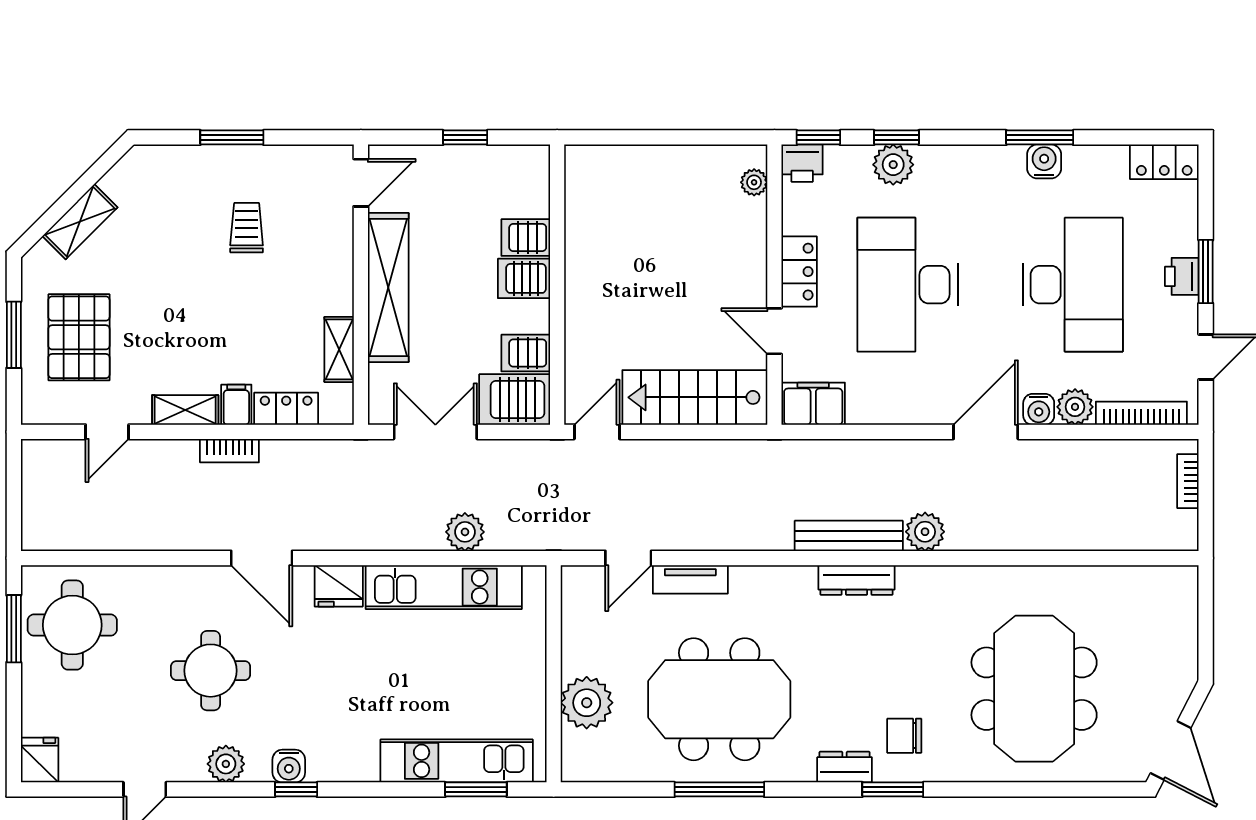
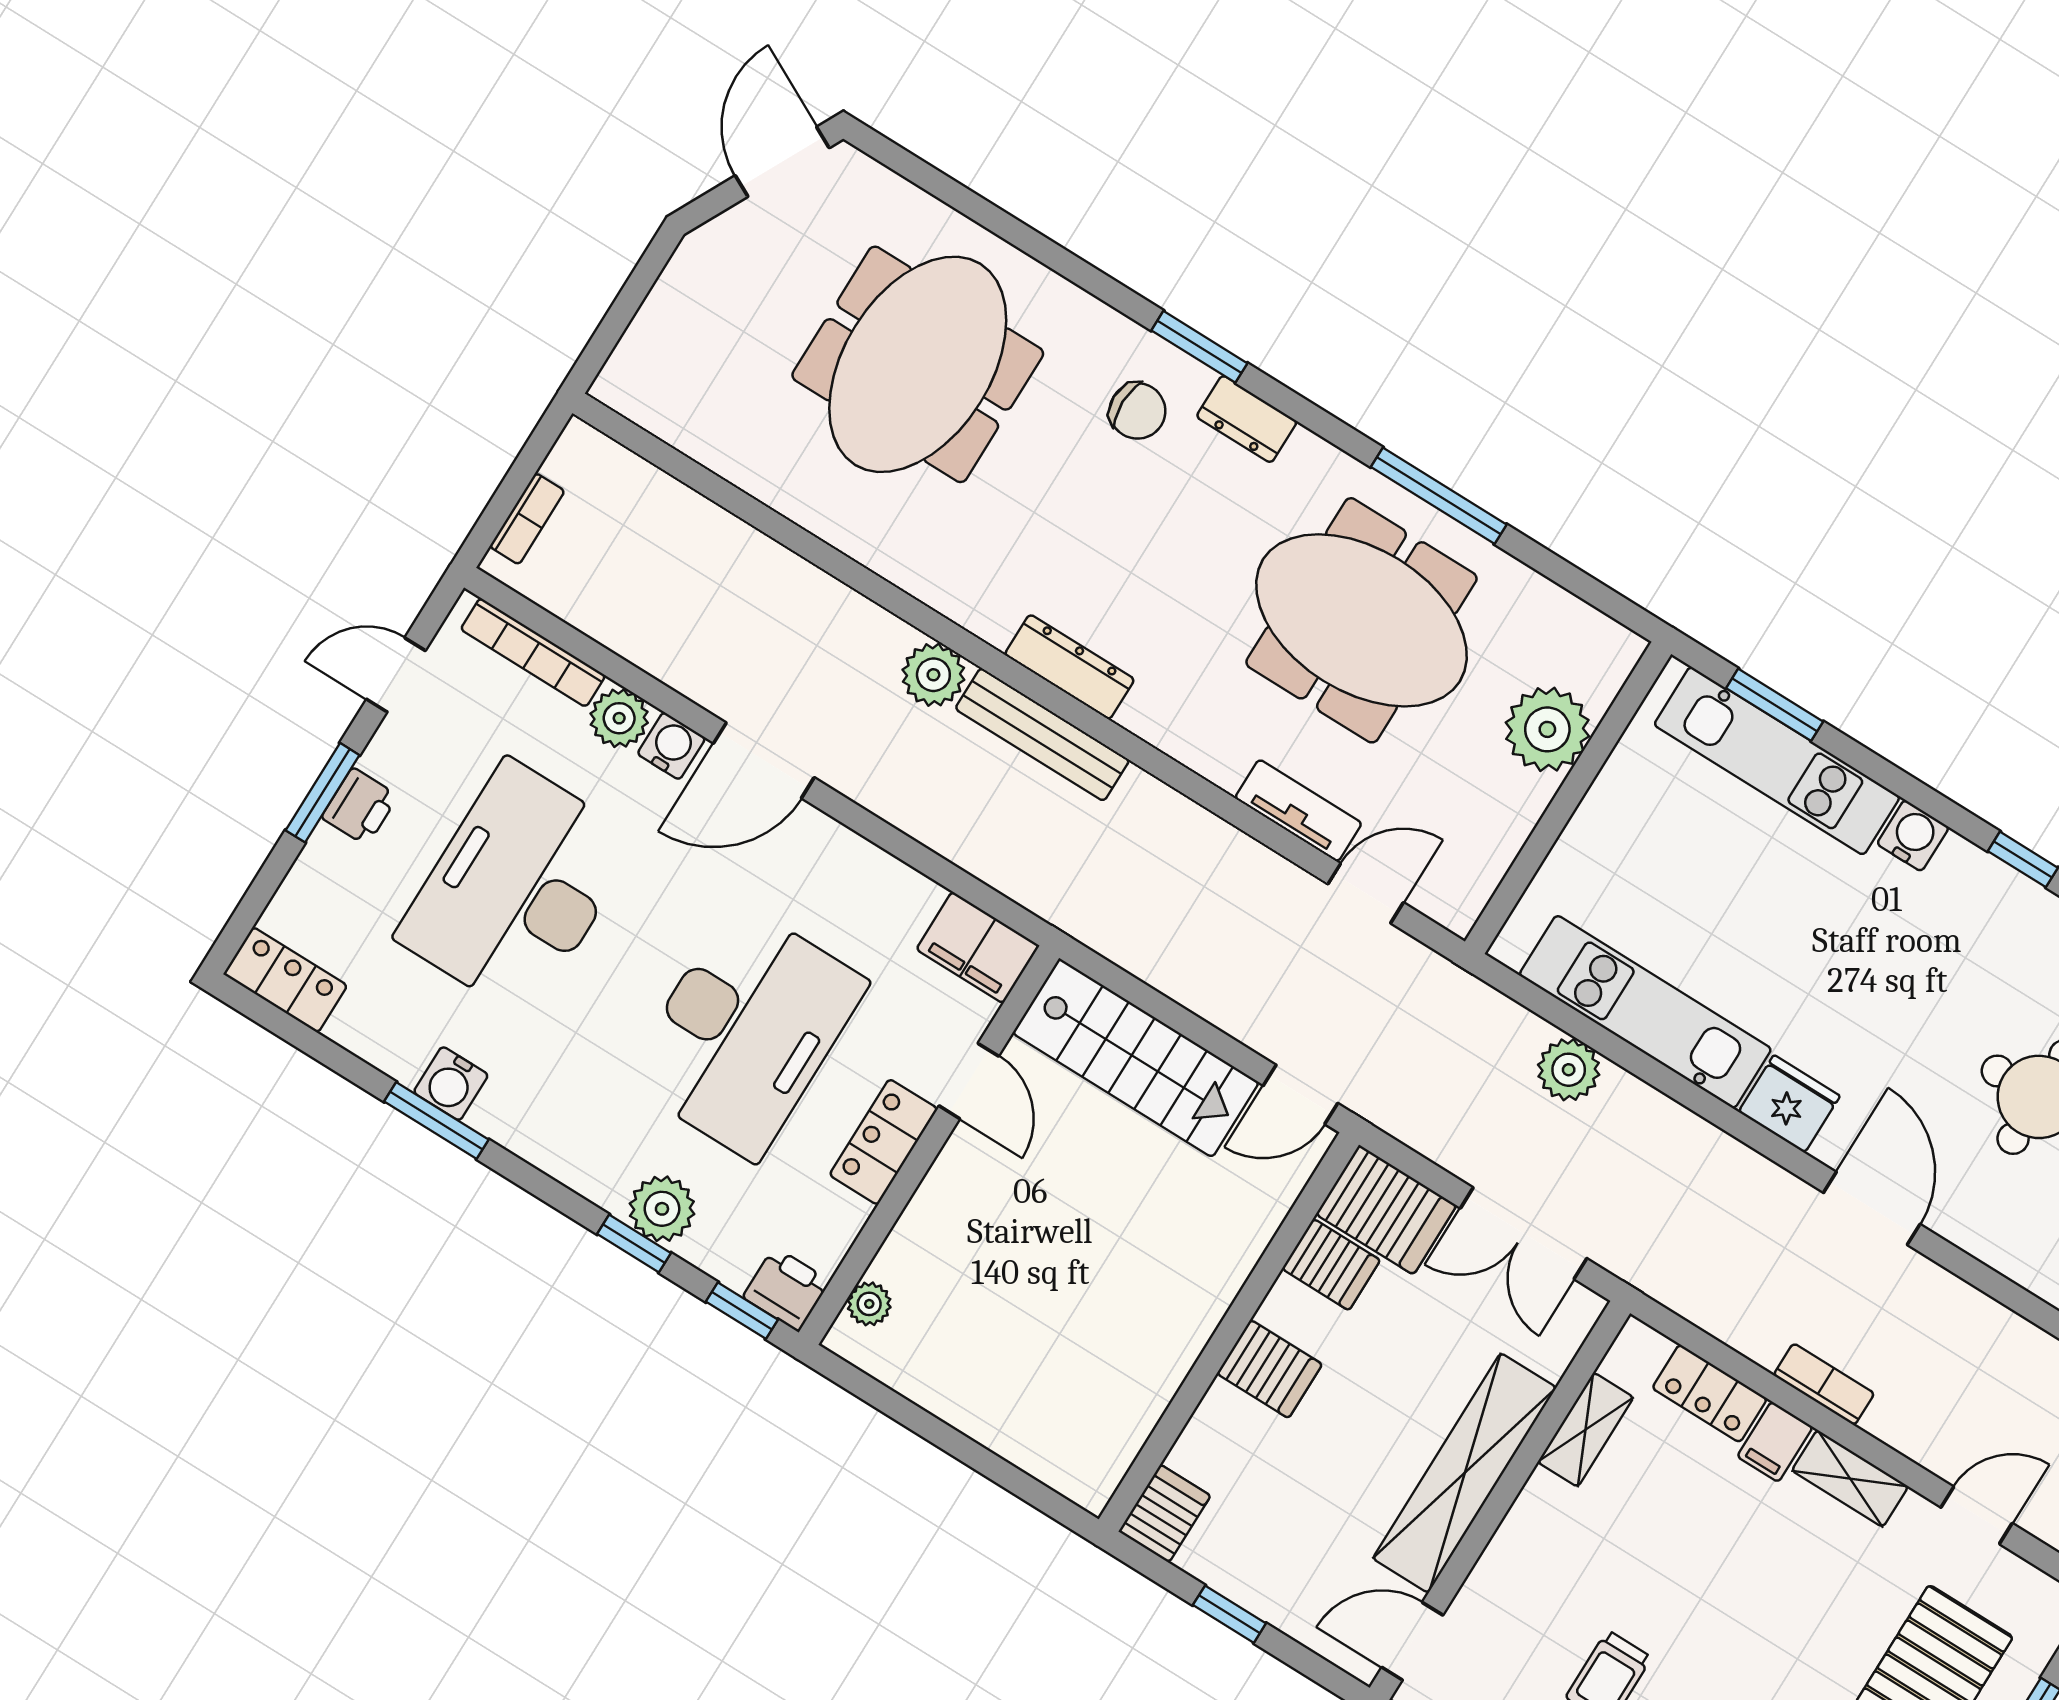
server rack: (526, 238) -> (1164, 1514), moved, turned -90
water cooler: (289, 766) -> (1913, 836), moved

